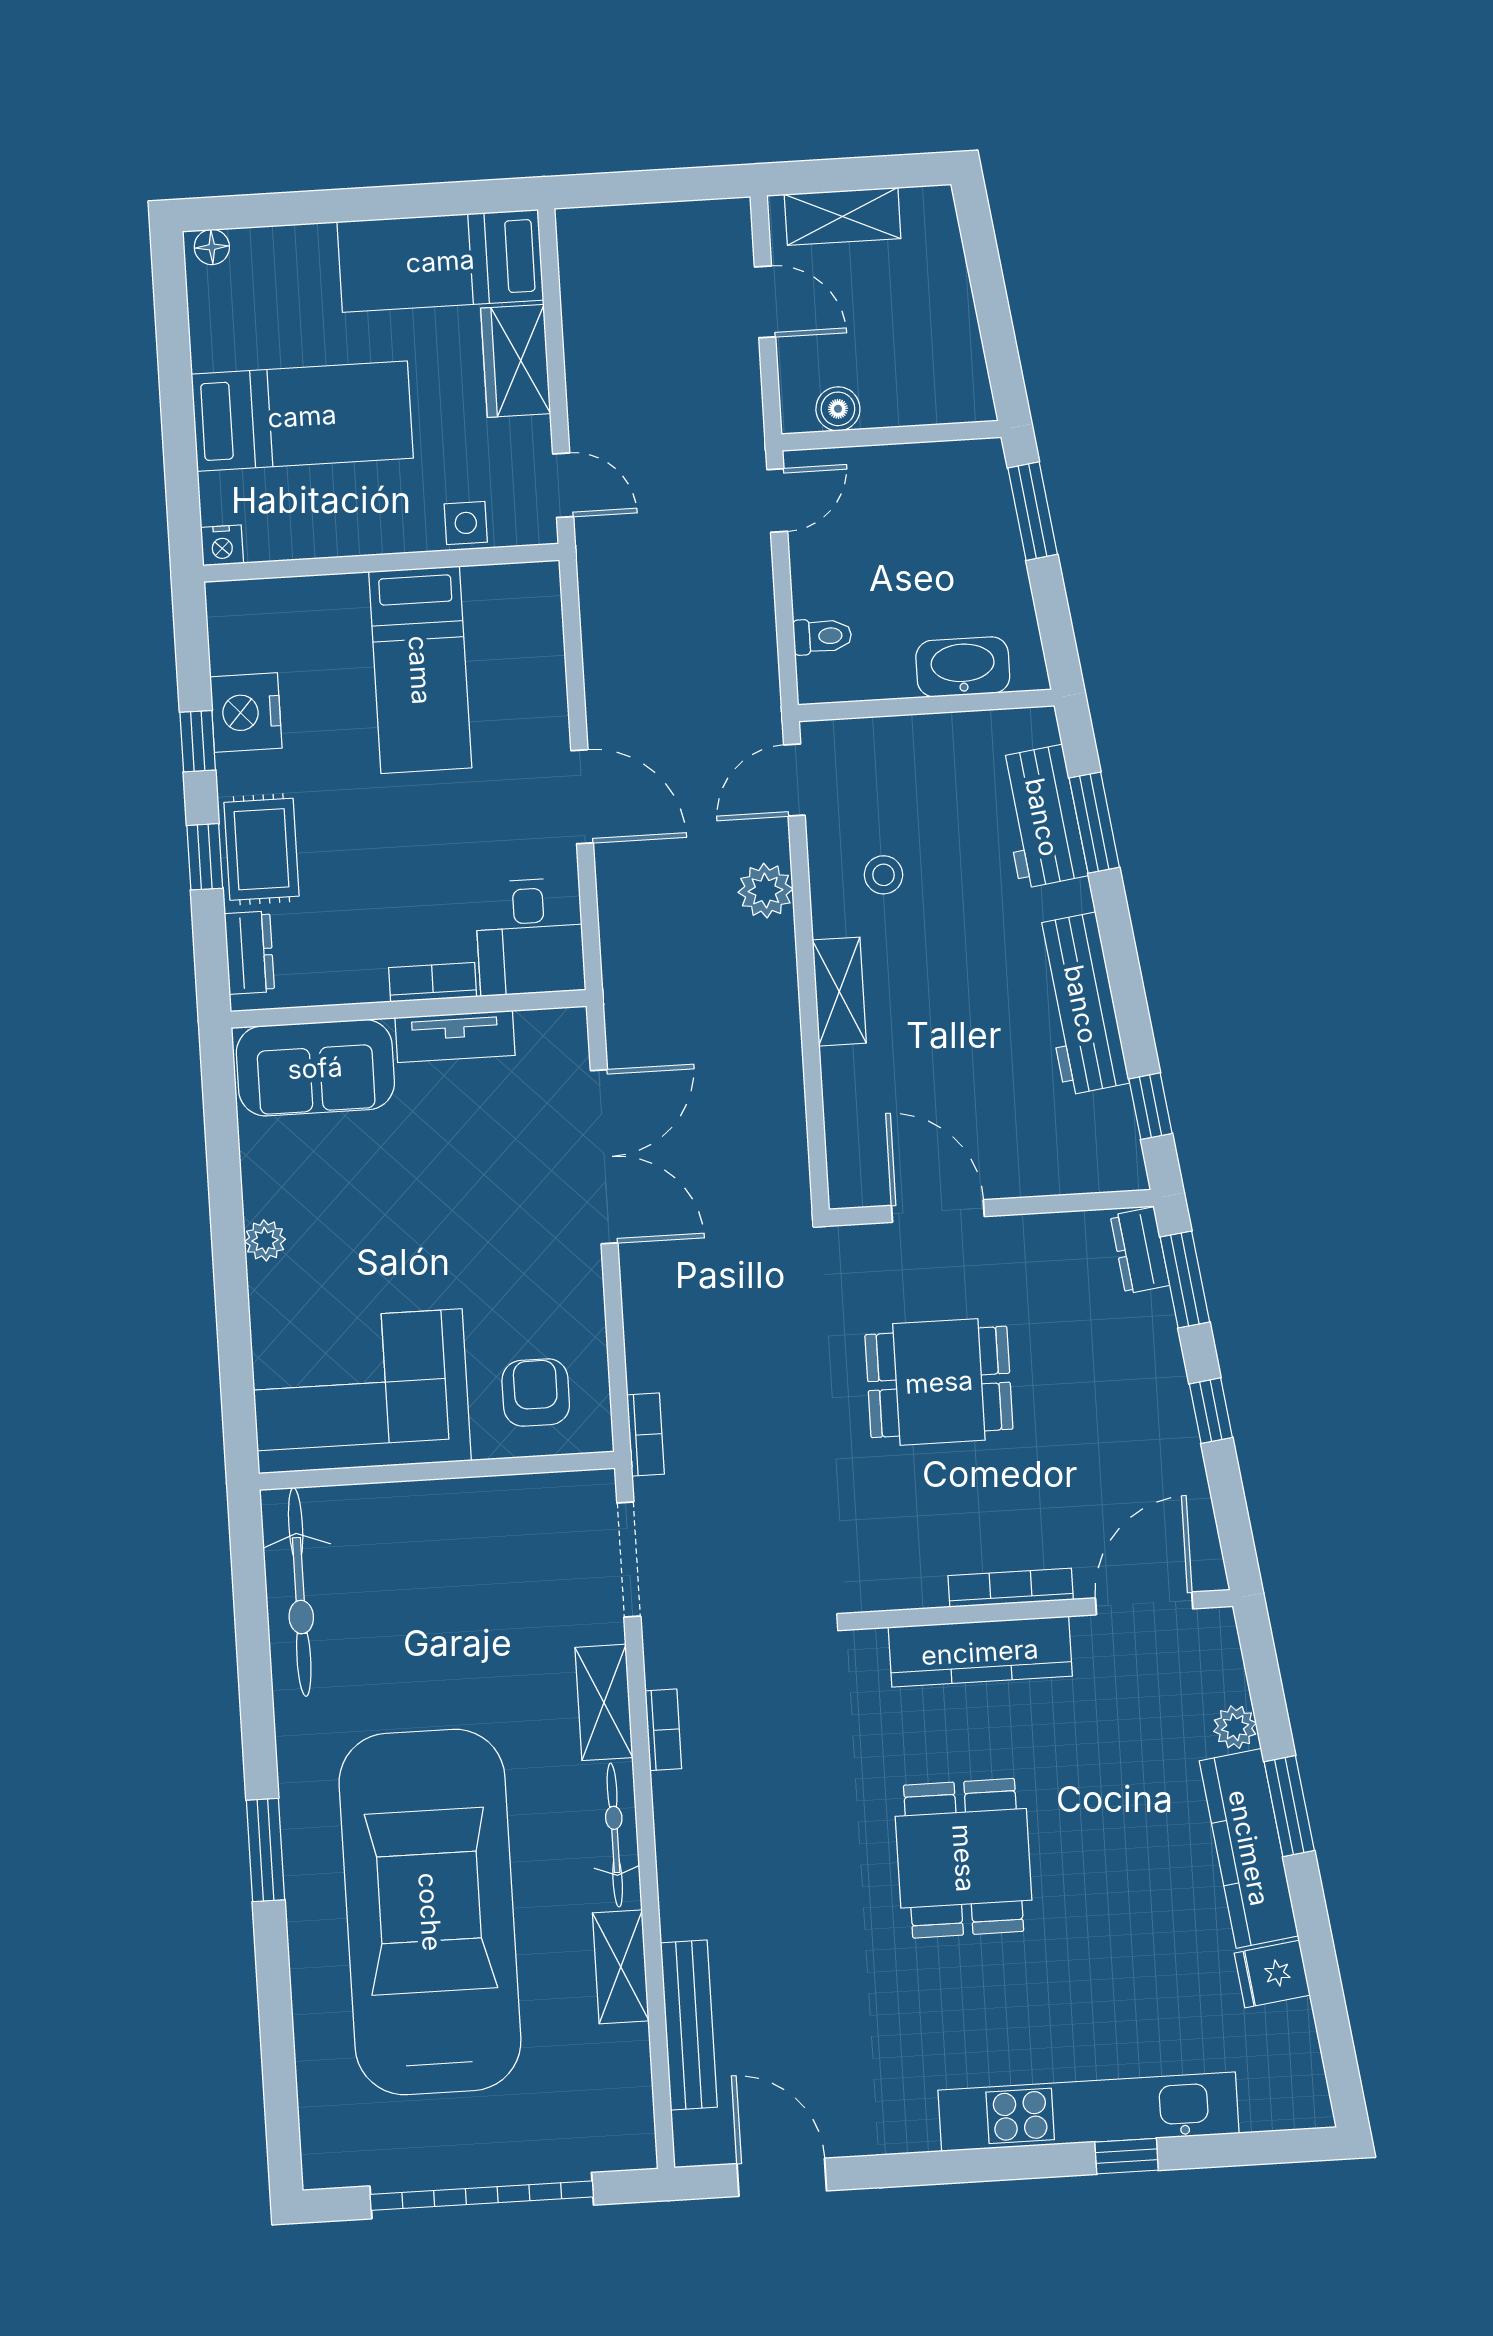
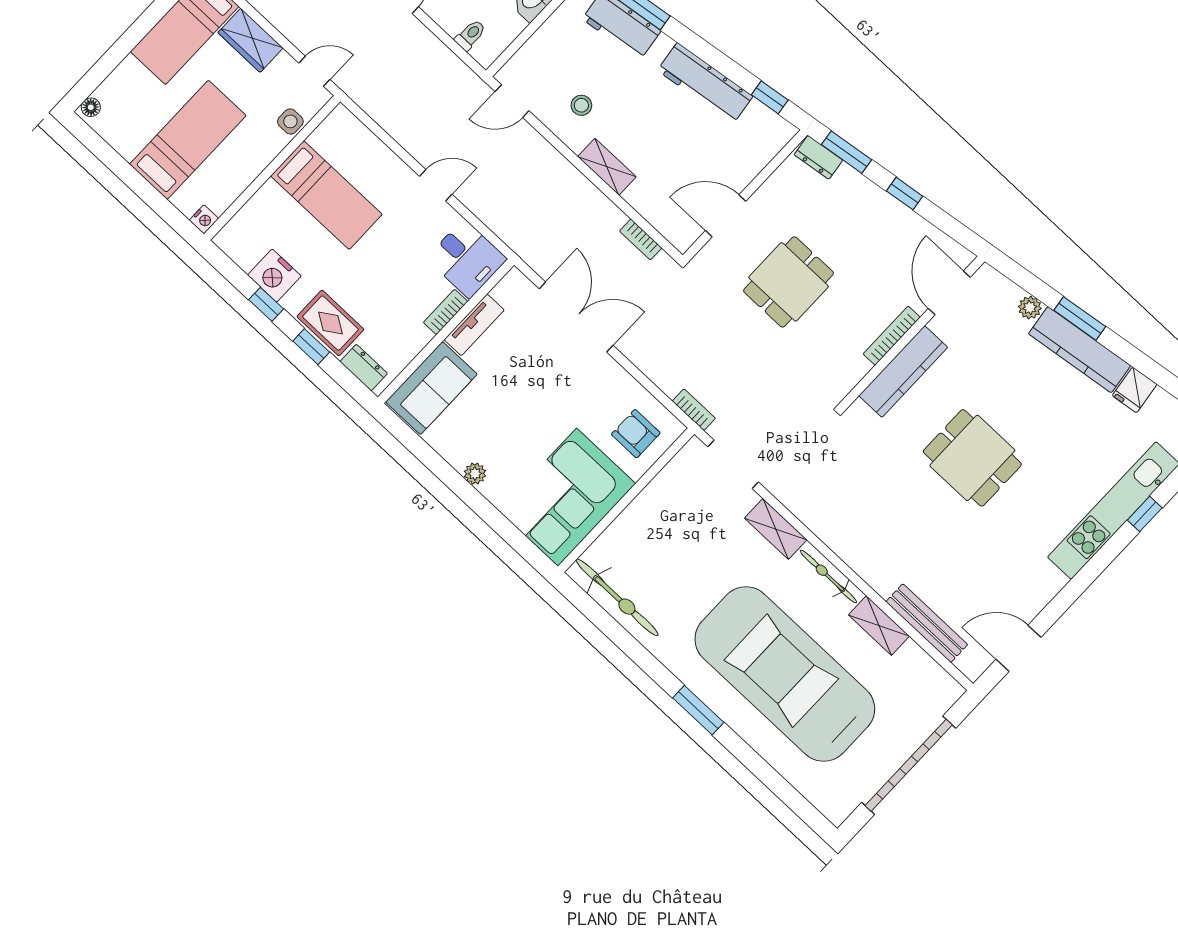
door: (794, 780) -> (512, 101), hinge flipped
door: (582, 797) -> (436, 185), width x0.73
plant: (765, 891) -> (541, 155), removed
bookcase: (663, 1730) -> (641, 239), moved, turned 180

